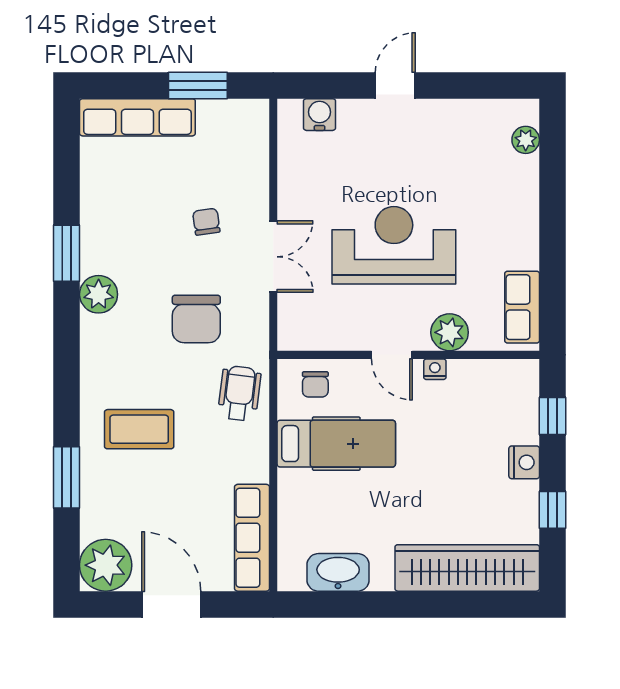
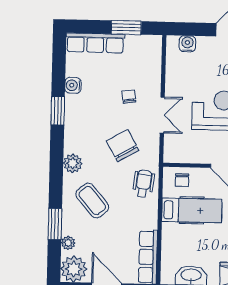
water cooler: (95, 202) -> (73, 85), added
plant: (99, 294) -> (73, 163), moved
chair: (196, 319) -> (123, 146), turned 150
coffee table: (139, 429) -> (92, 201), turned 50
plant: (93, 514) -> (68, 243), added

